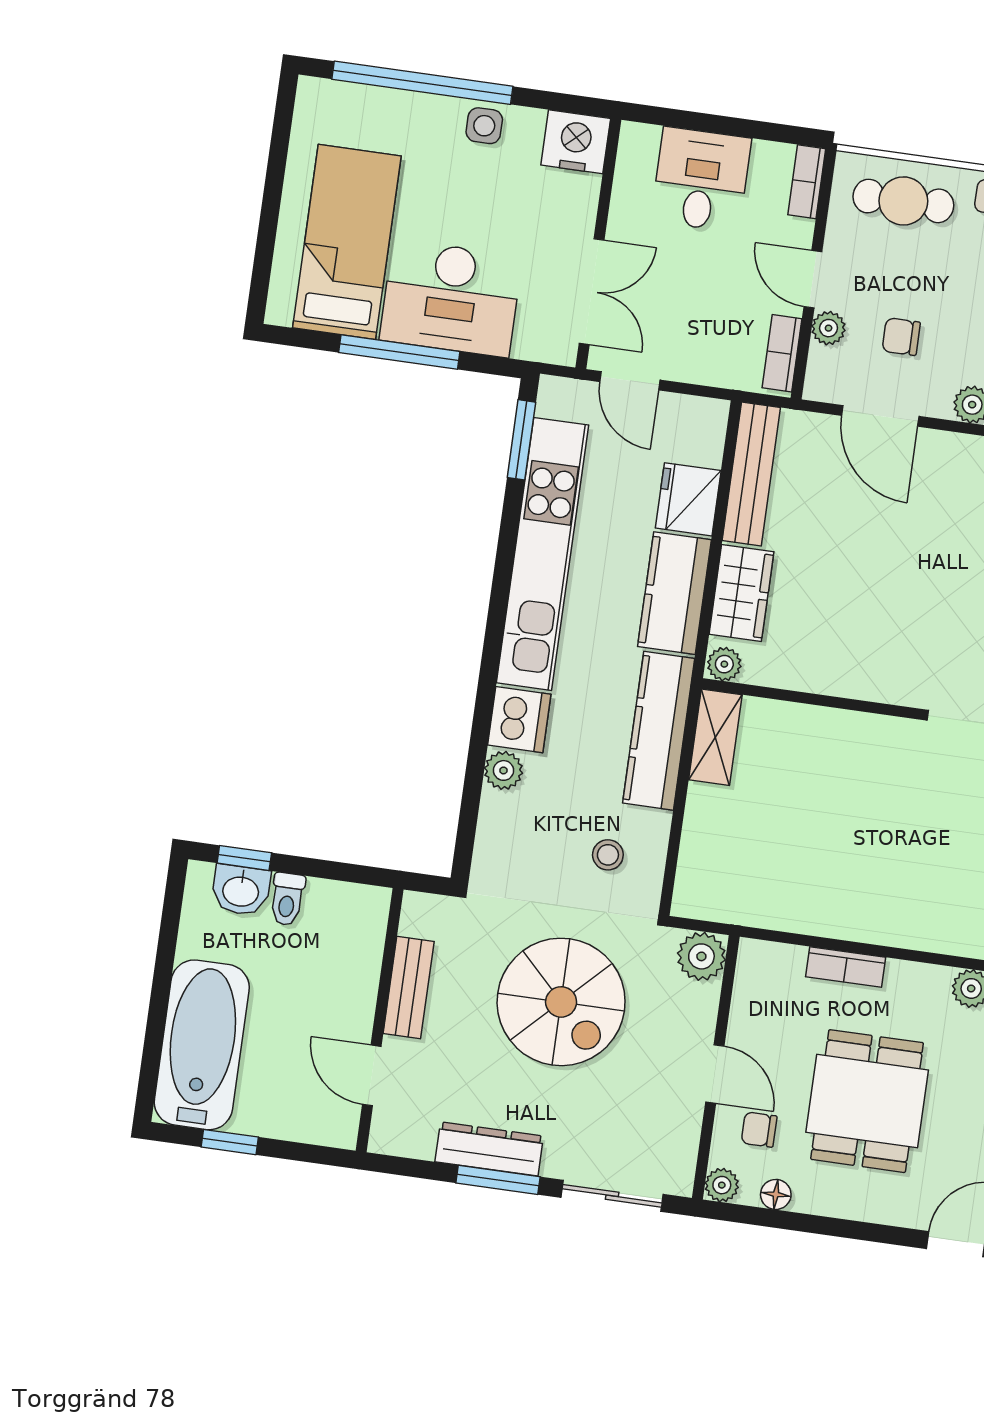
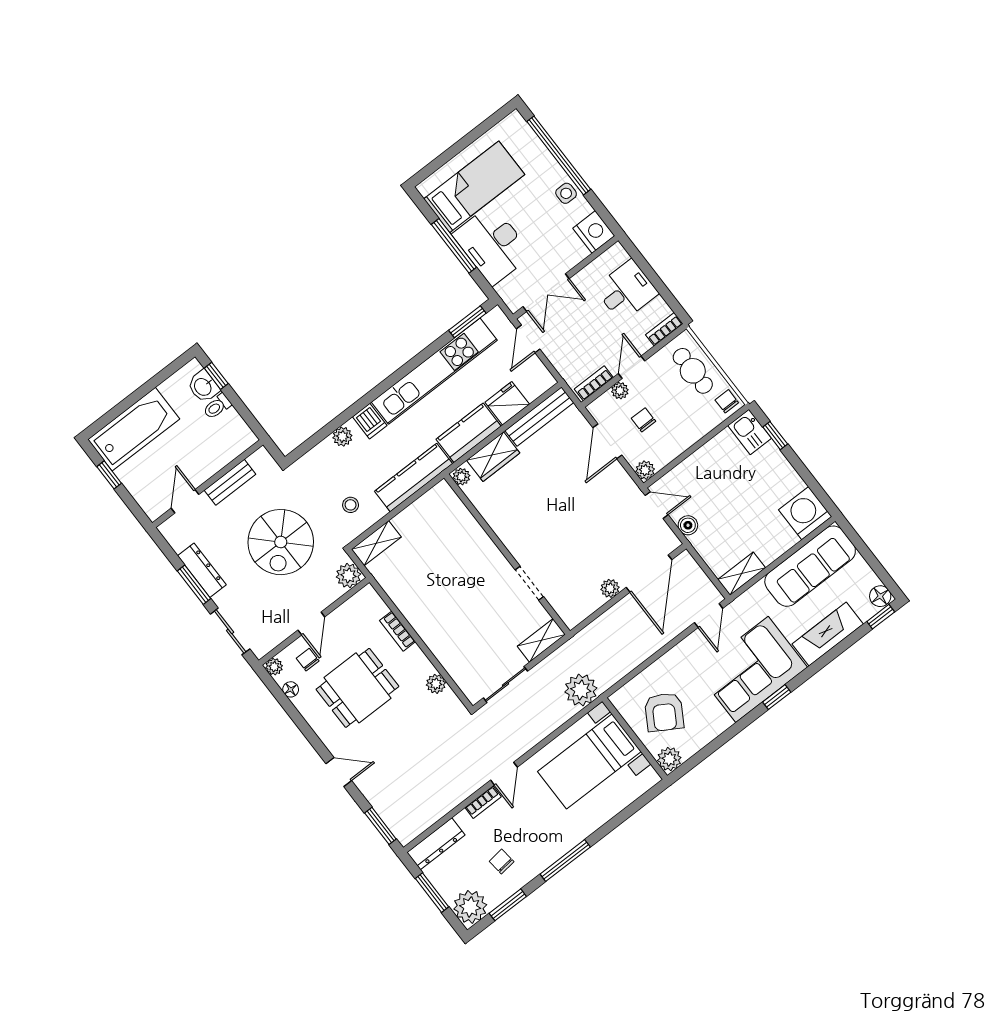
dishwasher: (519, 720) -> (370, 421), width x0.73
shelving: (715, 737) -> (376, 543), moved

